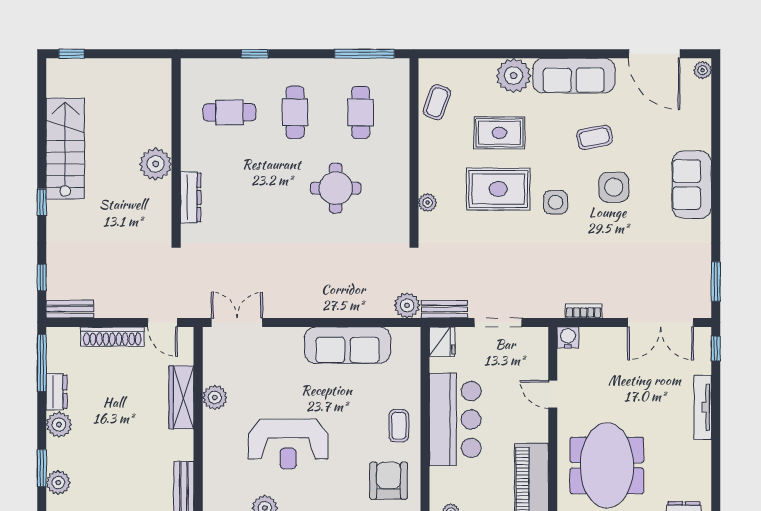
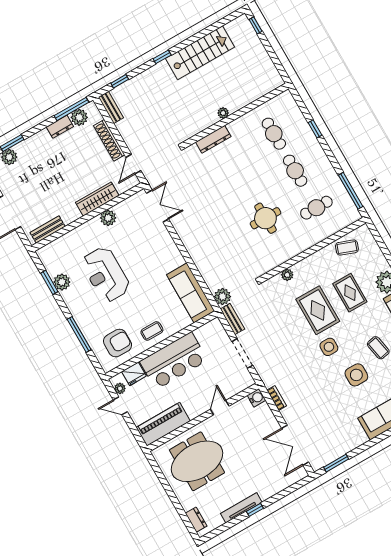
cafe table: (295, 112) -> (295, 171), turned 90
plant: (156, 164) -> (223, 113), width x0.53, depth x0.53
fridge: (442, 342) -> (134, 374), moved
sofa: (347, 345) -> (190, 293), moved
window: (716, 348) -> (255, 510), moved
tv unit: (703, 407) -> (241, 508), moved
plant: (59, 425) -> (79, 117), moved

